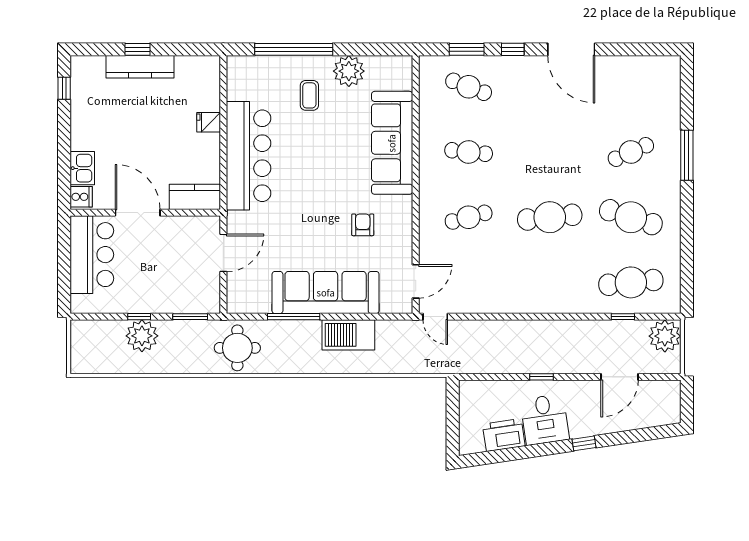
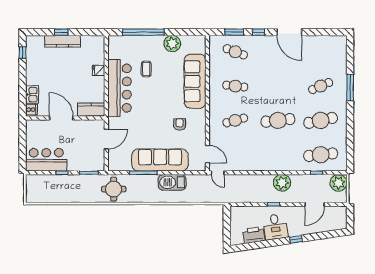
coffee table: (309, 95) -> (146, 69), moved
cafe table: (631, 217) -> (321, 120), turned -30
bar counter: (92, 255) -> (46, 160), moved, turned -90
door: (416, 281) -> (207, 154), hinge flipped
plant: (142, 336) -> (282, 183), moved

